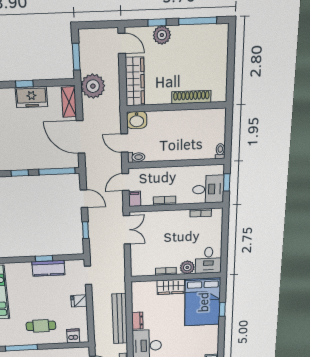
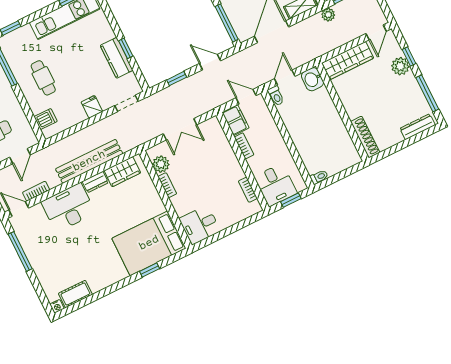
dresser: (222, 45) -> (417, 127), added
plant: (93, 86) -> (328, 15), width x0.53, depth x0.53
shoe rack: (191, 97) -> (365, 137), moved
door: (84, 199) -> (210, 62), swing flipped
filing cabinet: (135, 199) -> (236, 120), width x2.00
double door: (127, 230) -> (180, 129), moved
plant: (187, 267) -> (161, 164), moved
wardrobe: (171, 287) -> (122, 172), moved, turned -90

